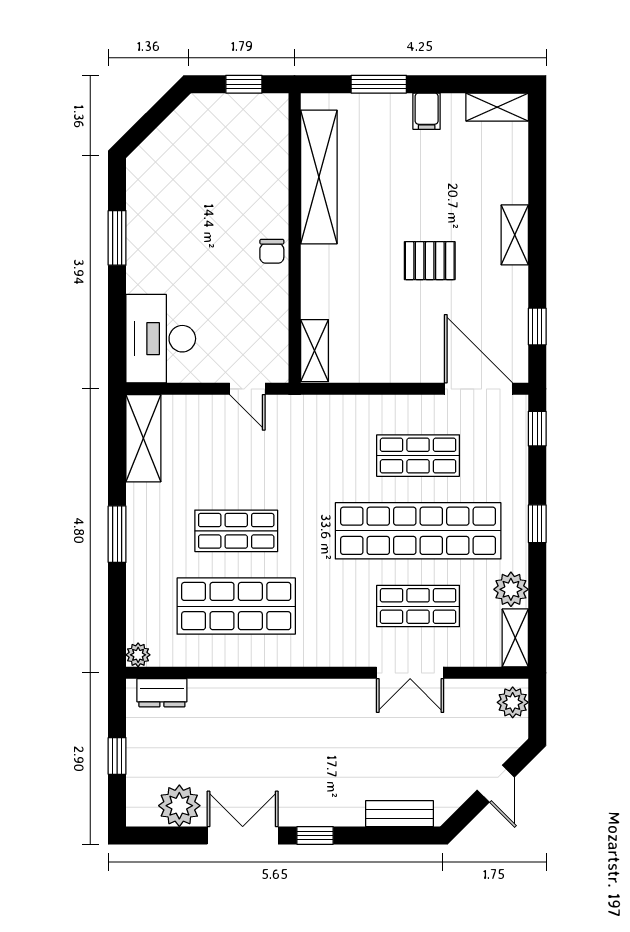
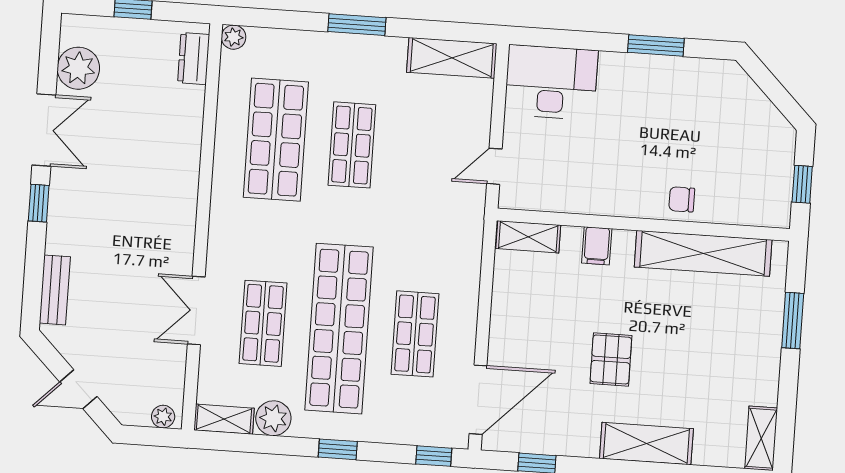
filing cabinet: (427, 111) -> (597, 246), moved, turned -90
shelving: (515, 235) -> (646, 444), width x1.50, depth x1.33
chair: (272, 251) -> (682, 199), moved
plant: (513, 702) -> (163, 417), width x0.73, depth x0.73

